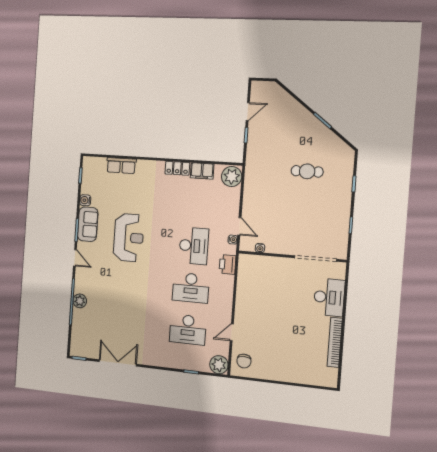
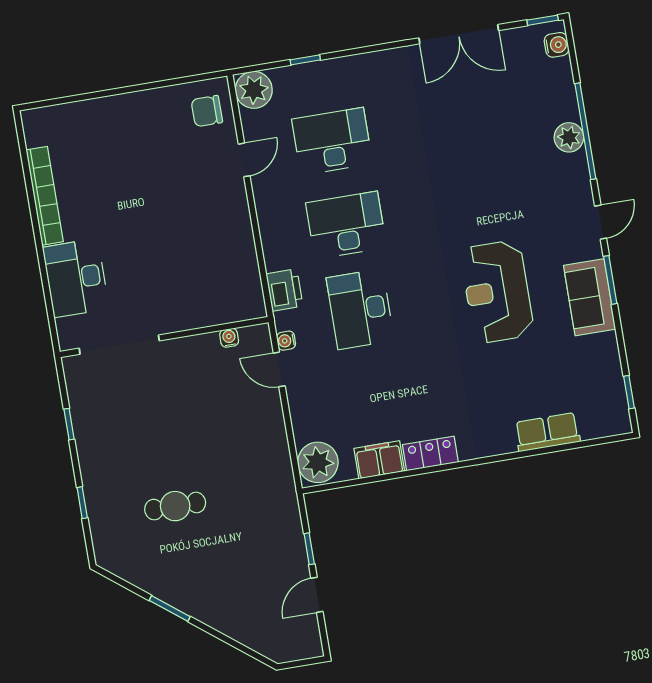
water cooler: (85, 200) -> (556, 45), moved
door: (75, 258) -> (601, 222), swing flipped
chair: (244, 361) -> (207, 111), turned -90

